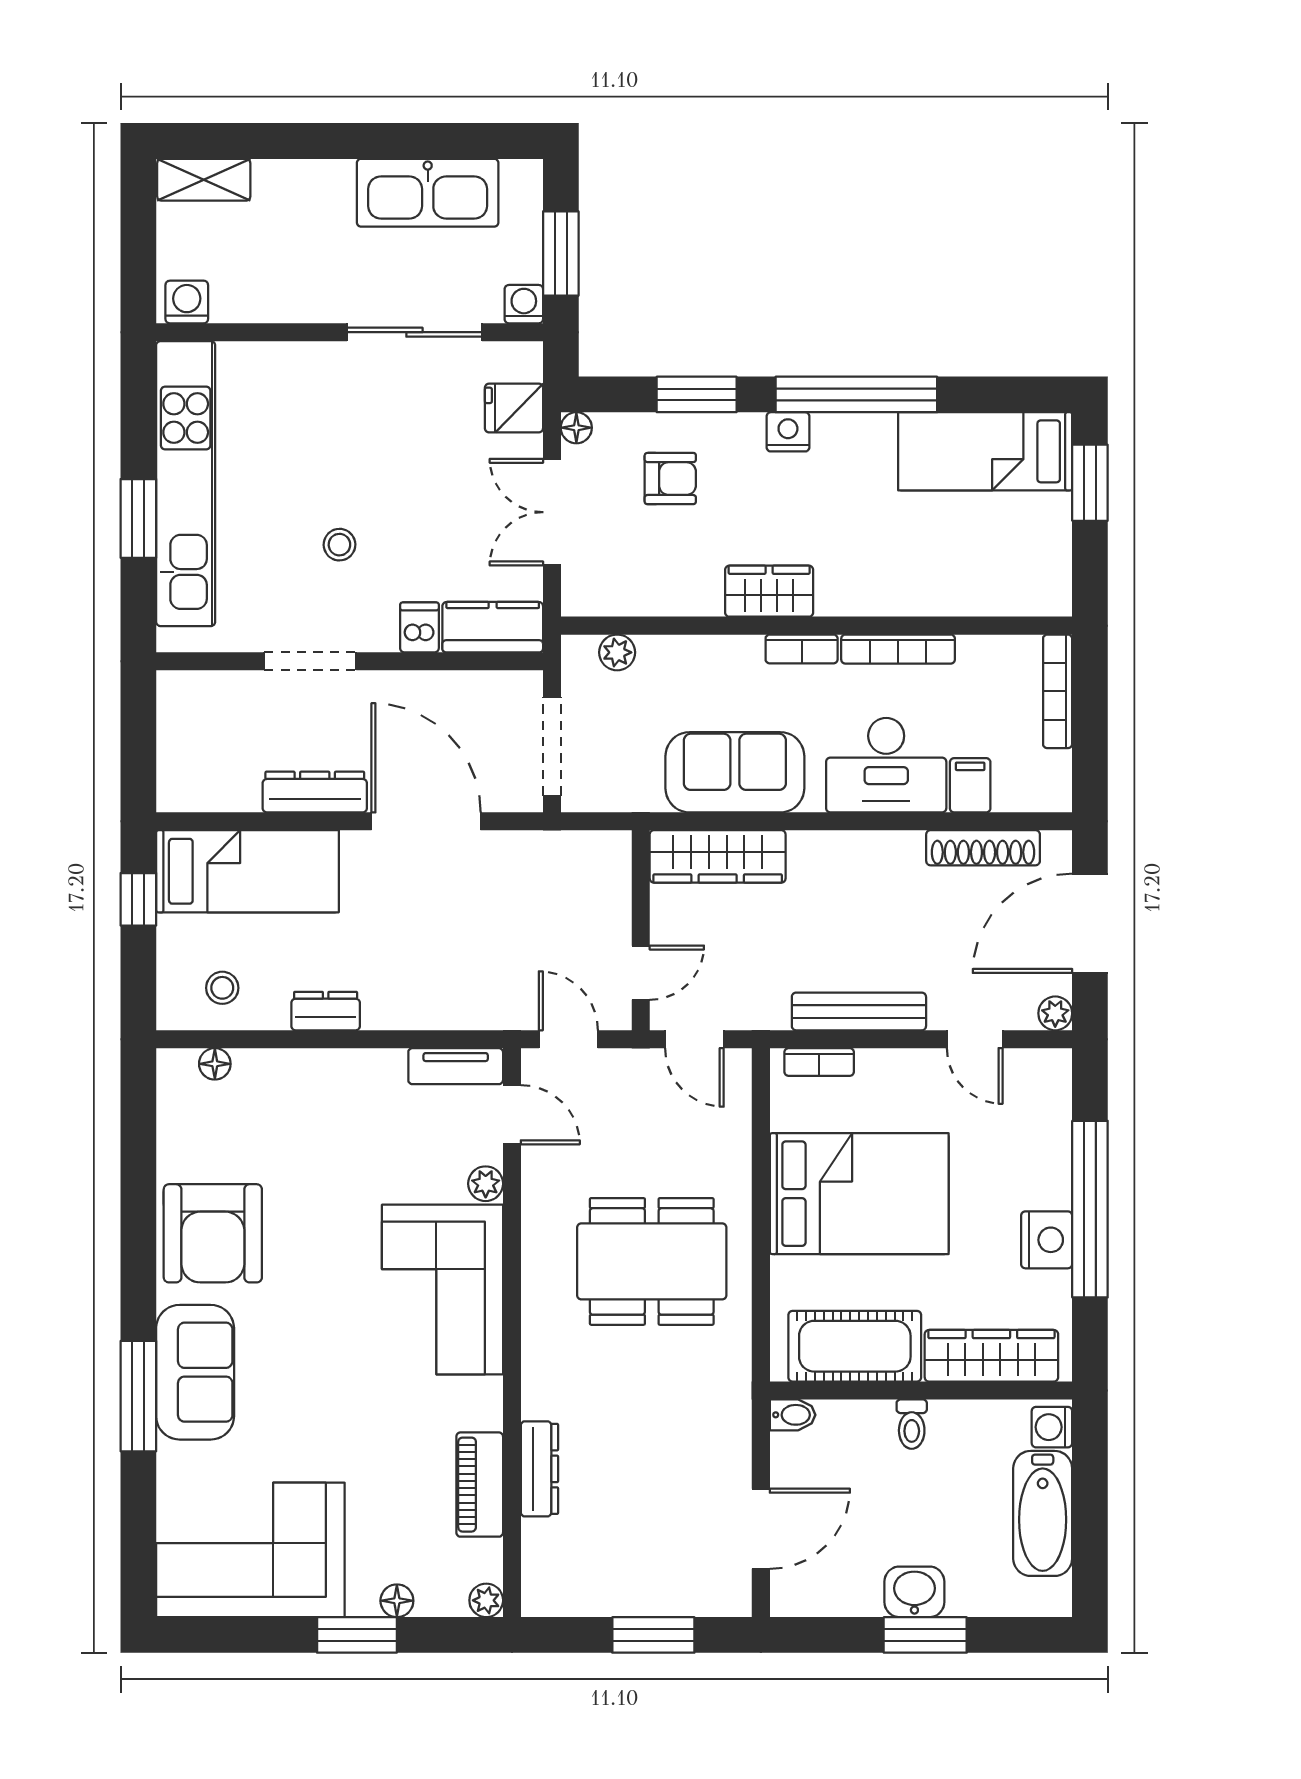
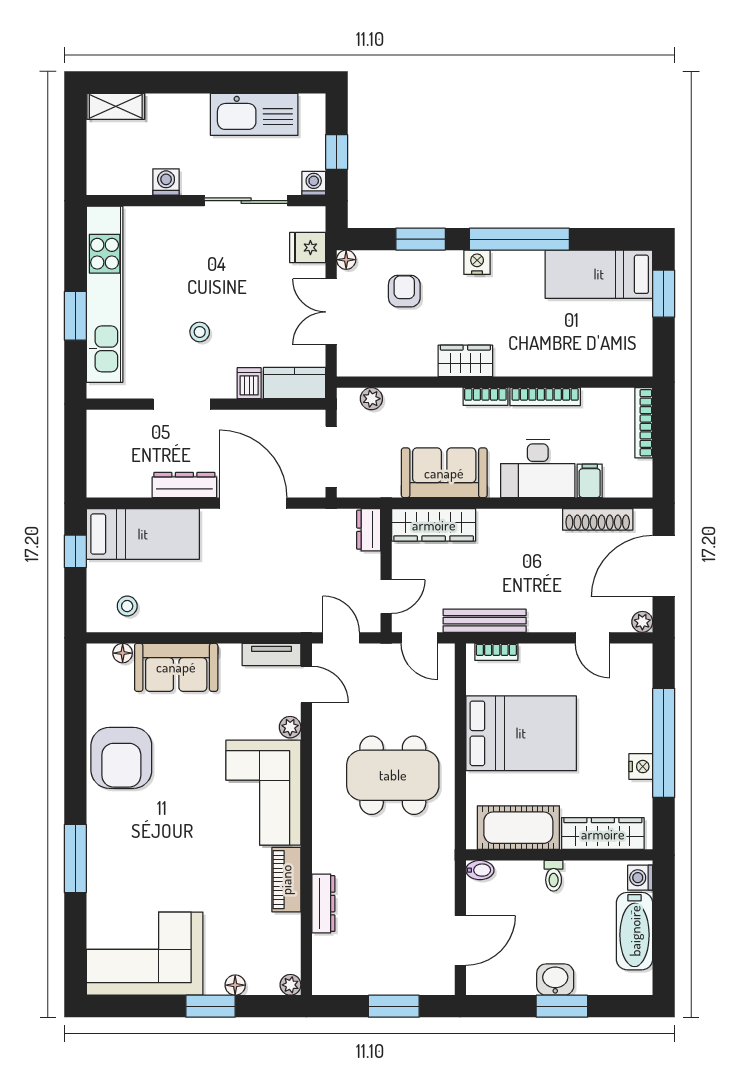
window: (561, 254) -> (337, 152), width x0.67
washing machine: (187, 302) -> (166, 182), moved
armchair: (670, 479) -> (404, 291), turned -90
dresser: (326, 1011) -> (369, 530), moved, turned -90
bench: (859, 1011) -> (485, 621), moved
nightstand: (1047, 1240) -> (641, 767), width x0.74, depth x0.75
sofa: (195, 1372) -> (176, 667), moved, turned 90
piano: (480, 1485) -> (286, 880), moved

